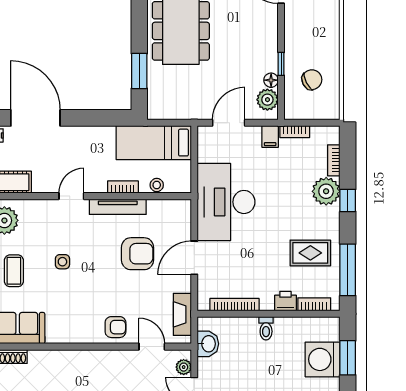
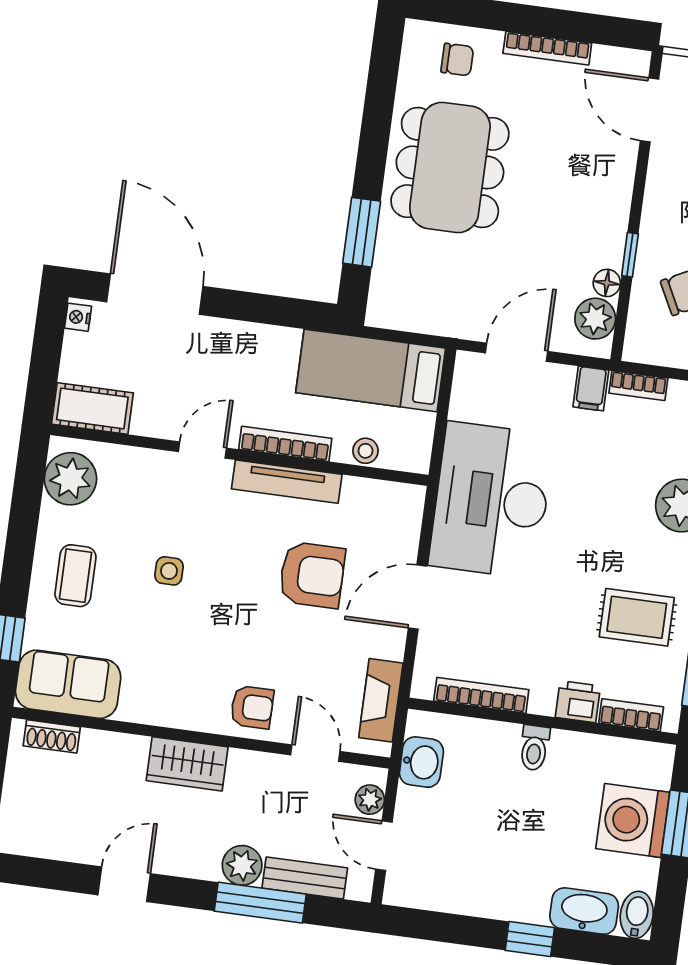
bookcase: (123, 187) -> (285, 444), width x1.56
wardrobe: (86, 361) -> (187, 764), added

